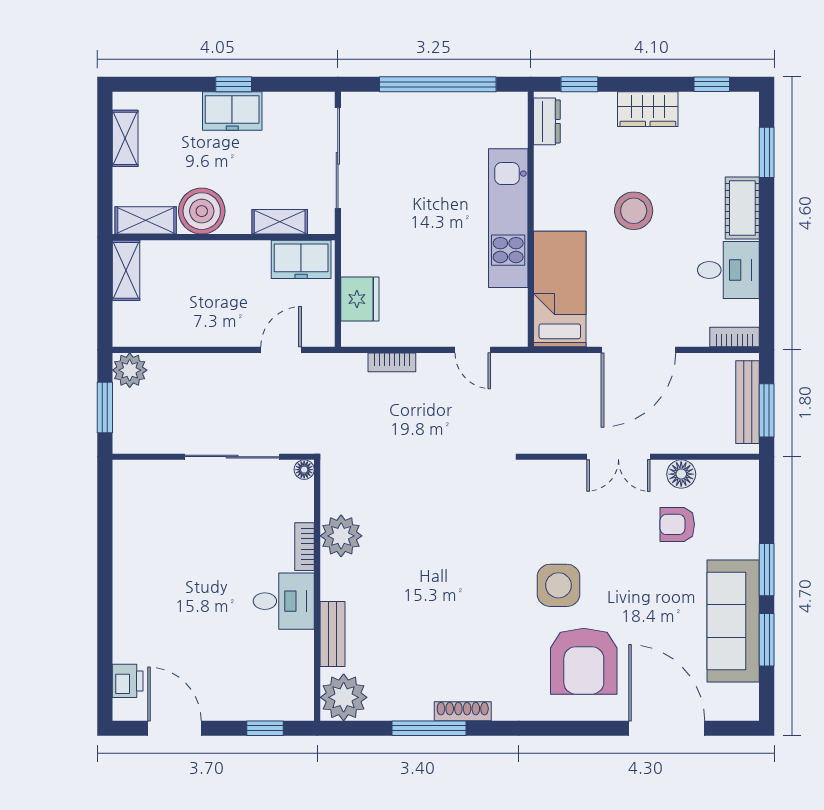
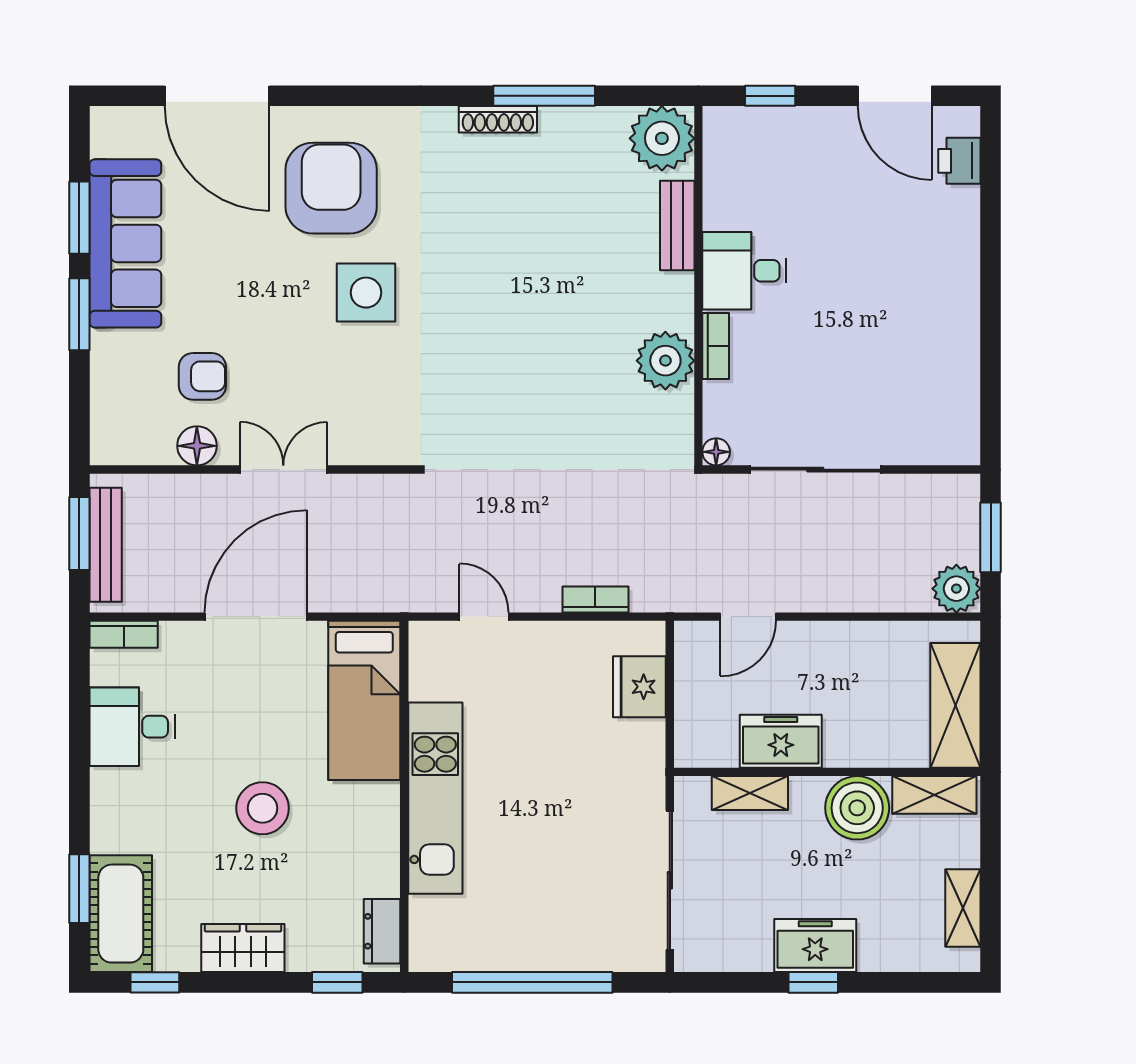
cot: (742, 208) -> (121, 914), moved, width x1.37, depth x1.34
freezer: (301, 259) -> (781, 741), moved
shelving: (126, 270) -> (955, 705), width x1.50, depth x1.33

